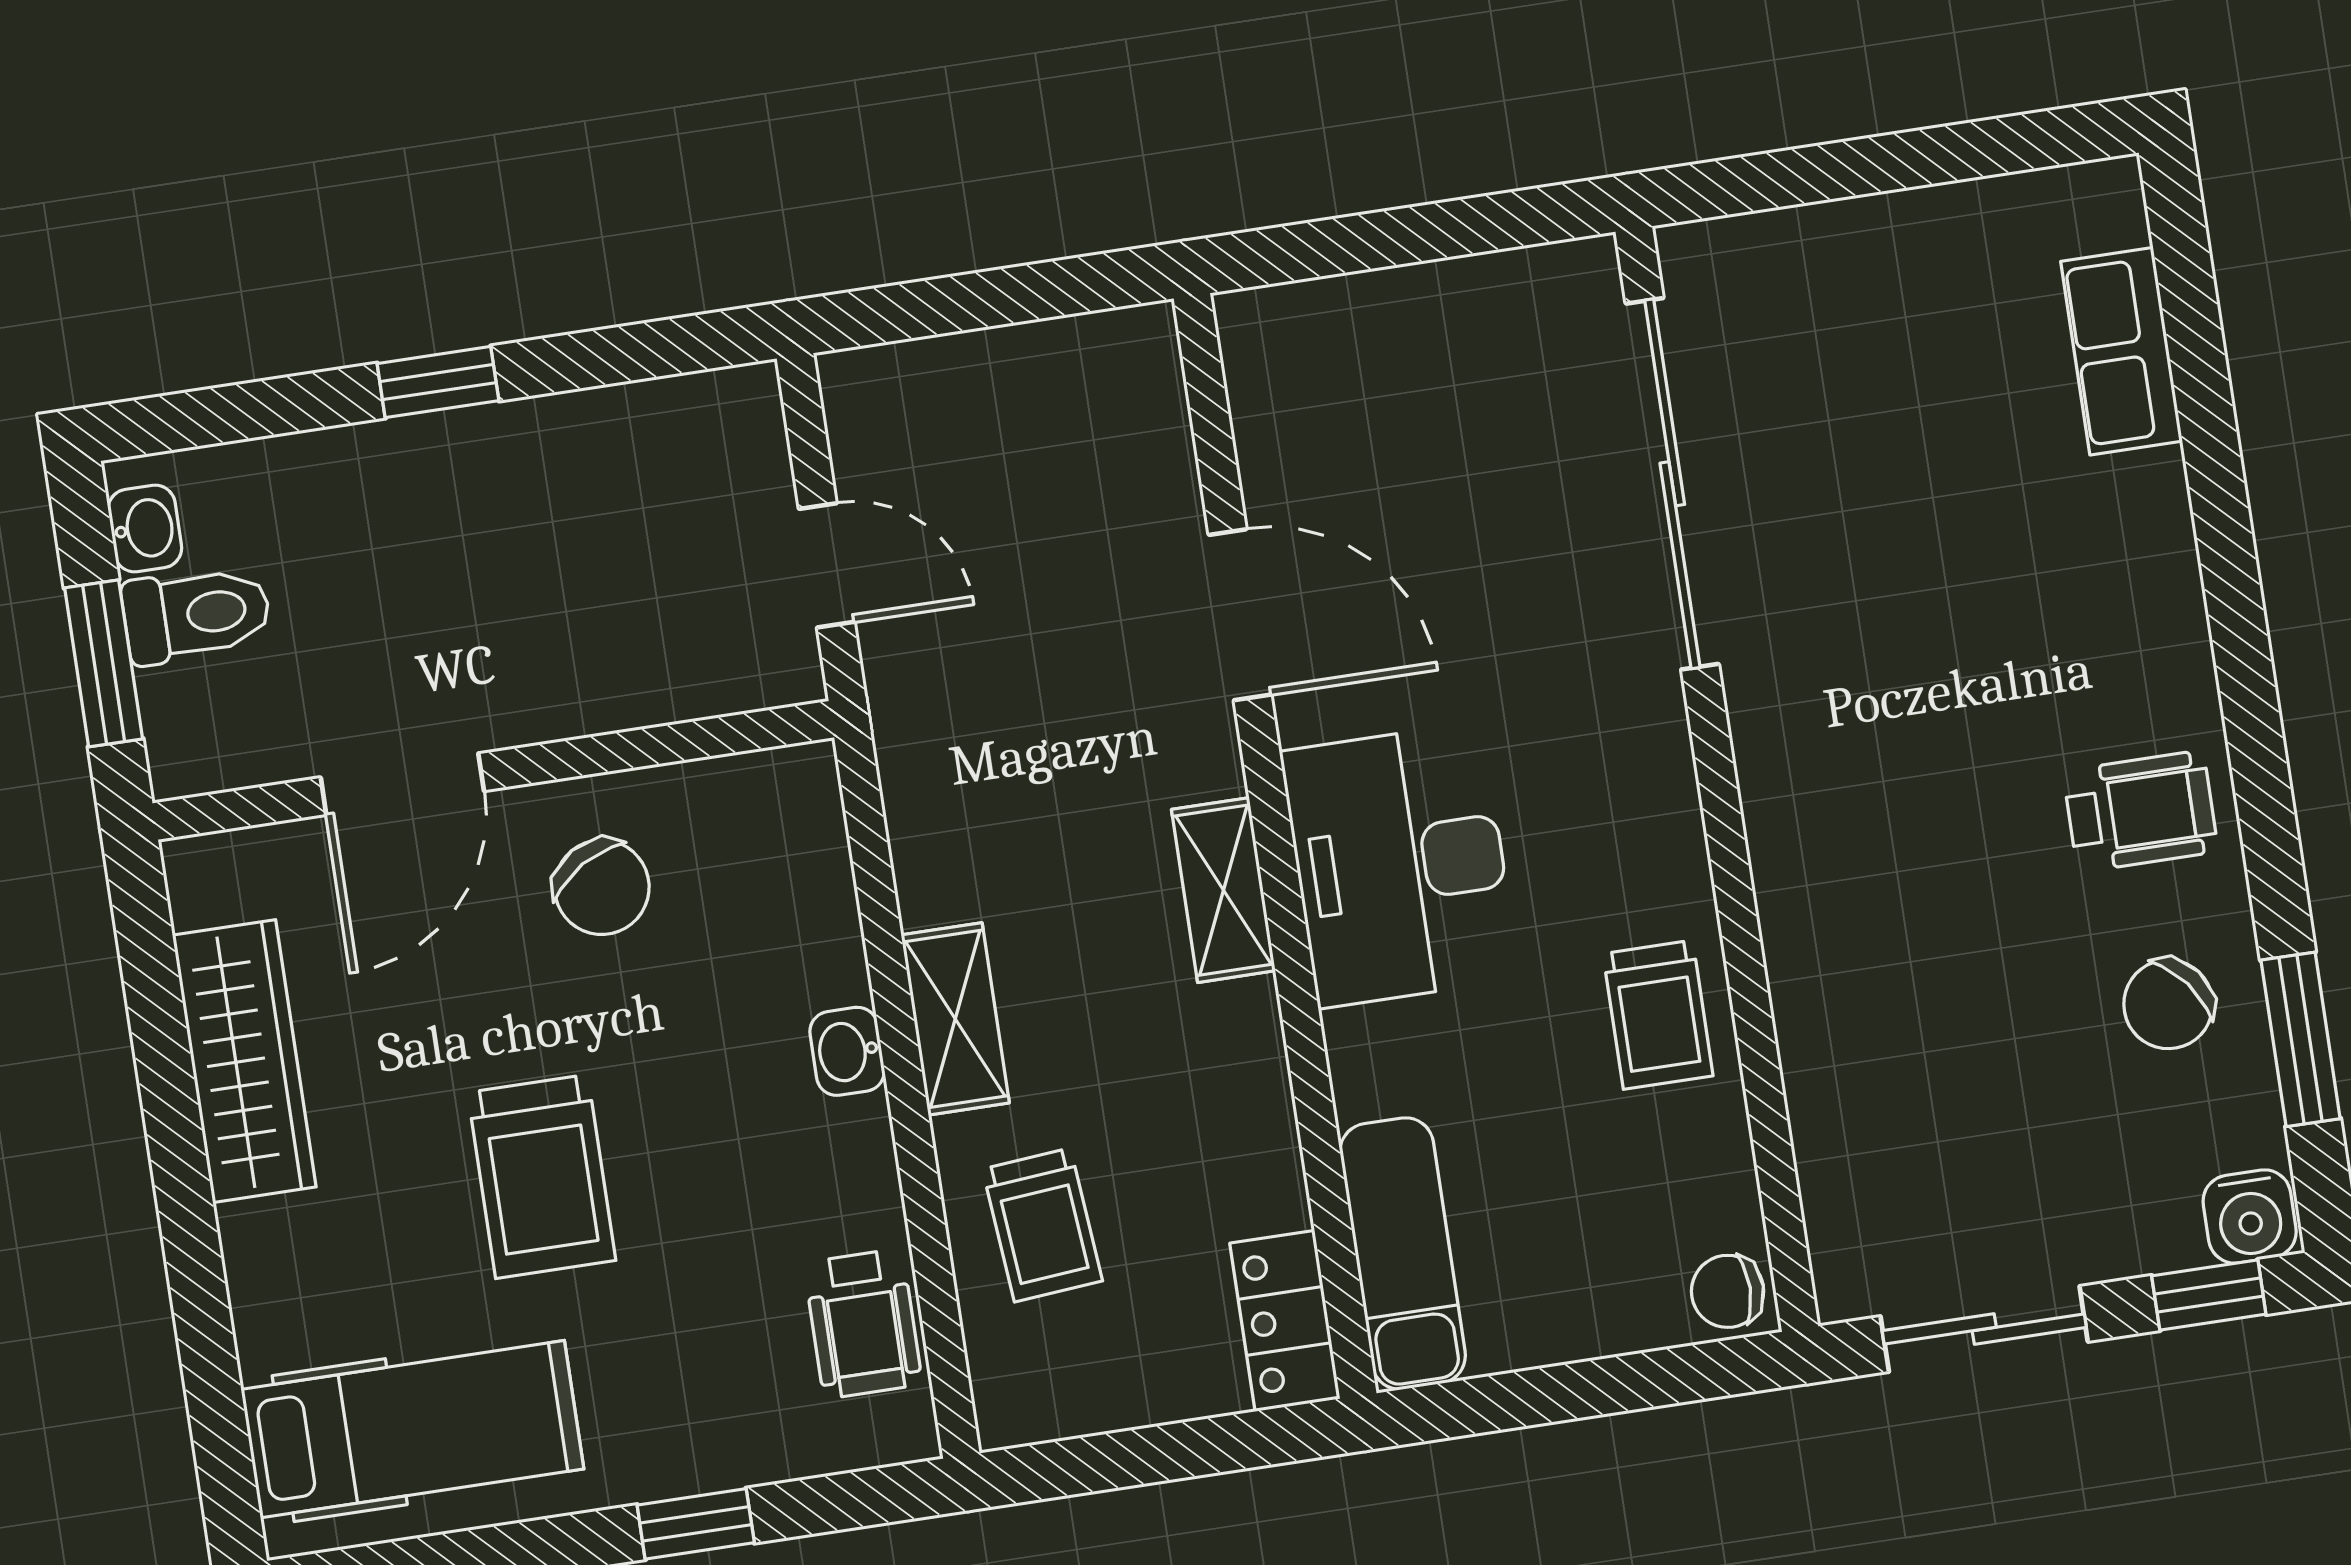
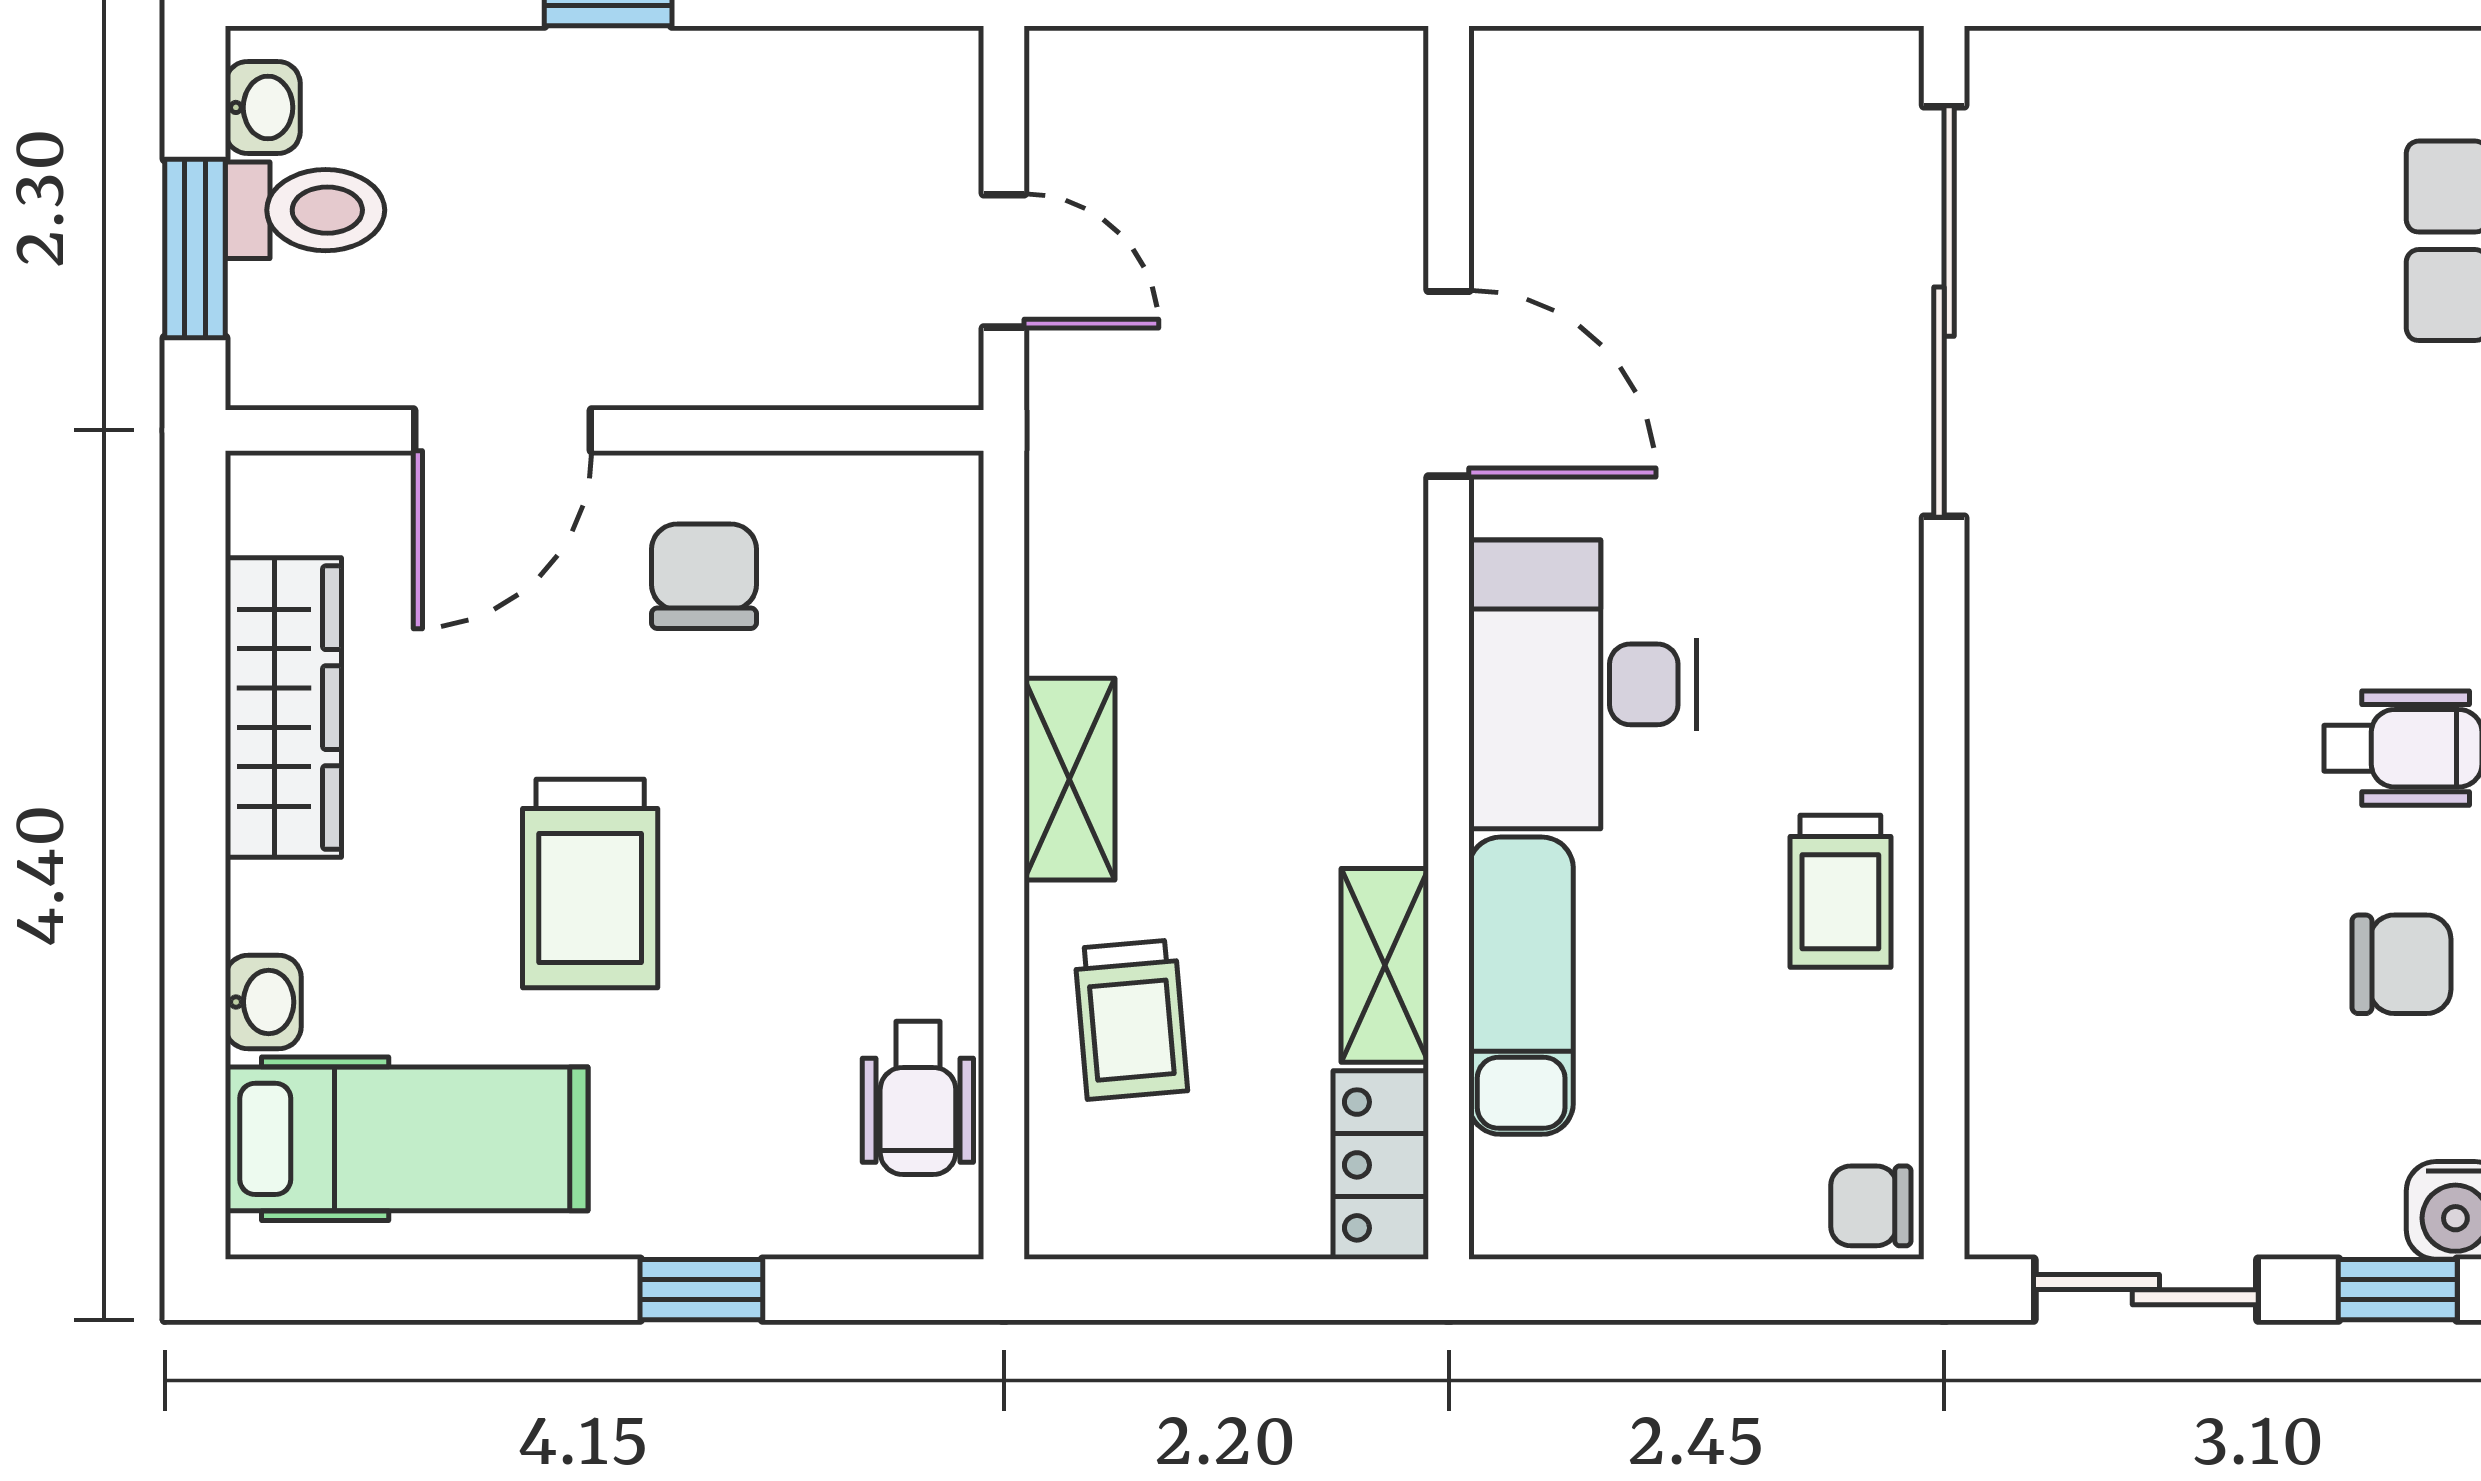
chair: (602, 887) -> (704, 576), turned -149
shelving: (1223, 890) -> (1385, 965), moved
chair: (2168, 1004) -> (2401, 964), turned -142
washbasin: (847, 1051) -> (263, 1002), moved, turned 180
exam couch: (1403, 1254) -> (1521, 986), moved

